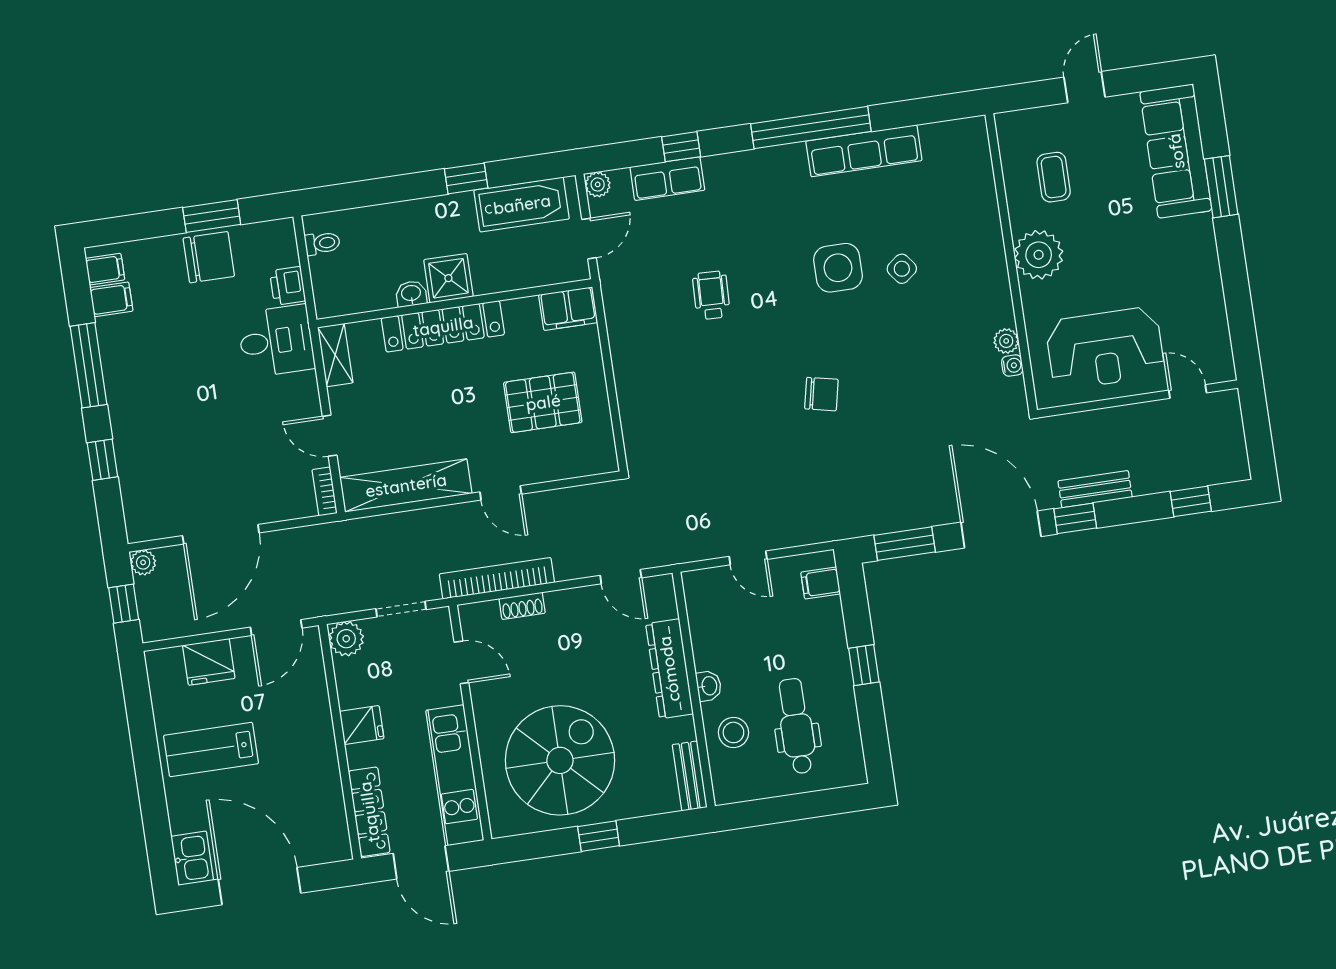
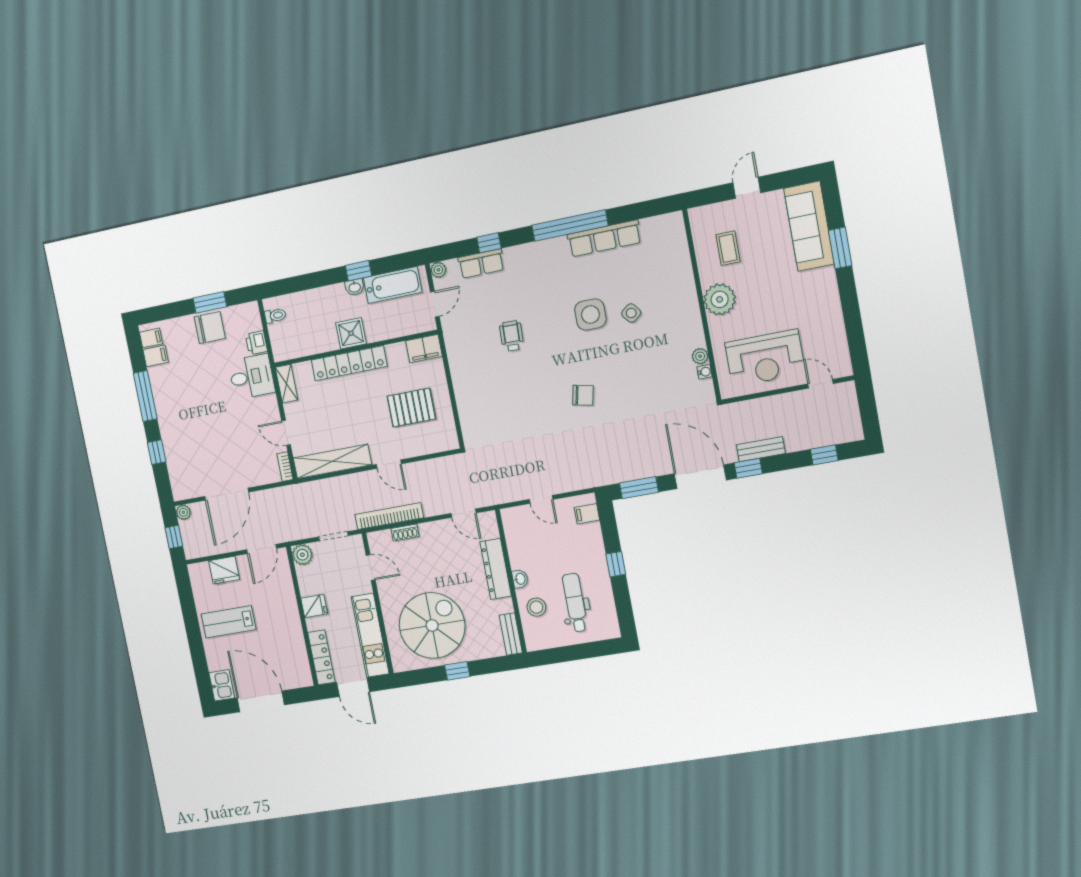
washbasin: (411, 294) -> (355, 287), moved, turned 180

